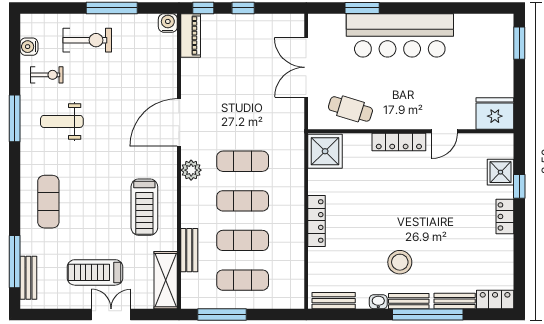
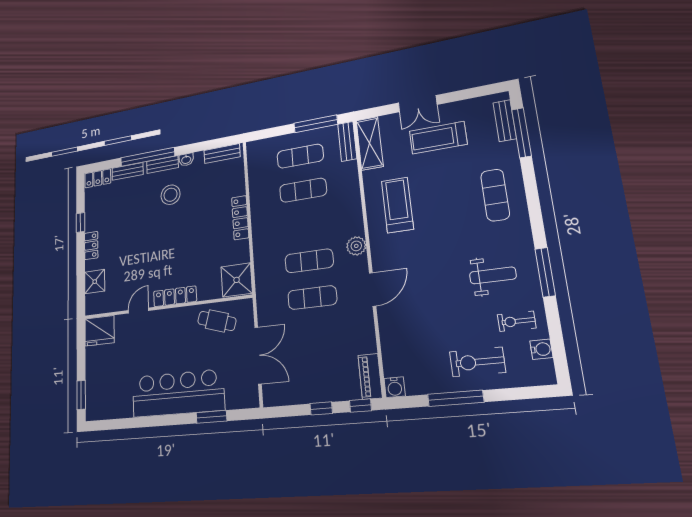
door: (179, 122) -> (373, 289), width x0.73
window: (519, 186) -> (81, 222), moved
exercise mat: (243, 201) -> (312, 298), moved
bench: (189, 250) -> (347, 141), moved
treadmill: (95, 272) -> (438, 138), turned 180

